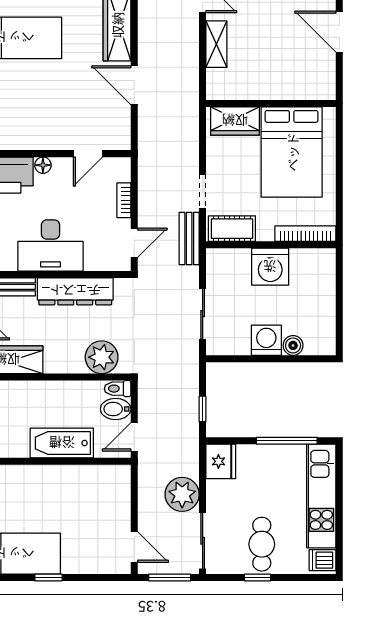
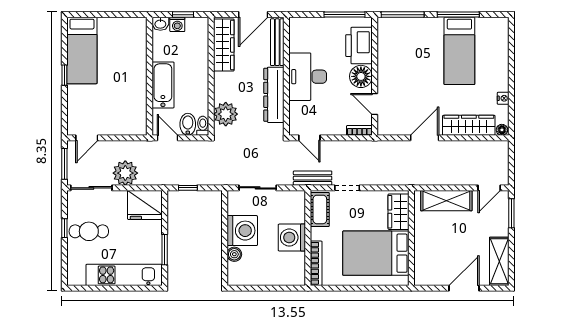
shelving: (216, 44) -> (446, 201), width x1.50, depth x1.33
floor lamp: (43, 165) -> (361, 76), width x1.89, depth x1.89
bookcase: (124, 200) -> (359, 130), moved
washing machine: (266, 340) -> (242, 231), width x1.37, depth x1.37
window: (287, 441) -> (165, 250), width x0.69
fridge: (221, 461) -> (145, 205), width x1.36, depth x1.34
dishwasher: (322, 560) -> (77, 276), removed

